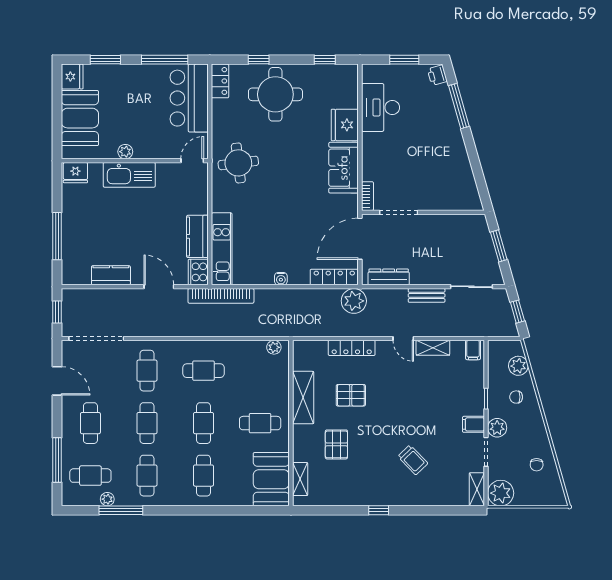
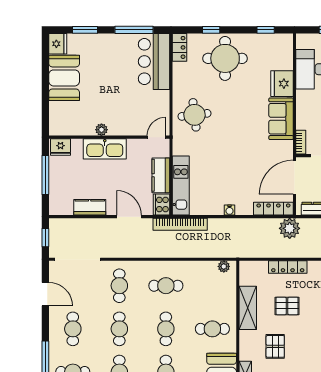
plant: (125, 152) -> (101, 130), moved
wall: (135, 161) -> (109, 137), moved
door: (192, 161) -> (157, 137), moved
fridge: (75, 173) -> (60, 147), moved
kitchen sink: (129, 175) -> (105, 149), moved

